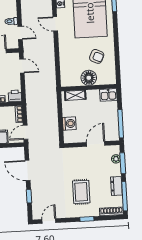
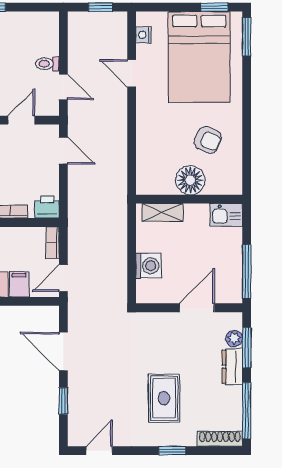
dresser: (116, 186) -> (232, 367), moved

